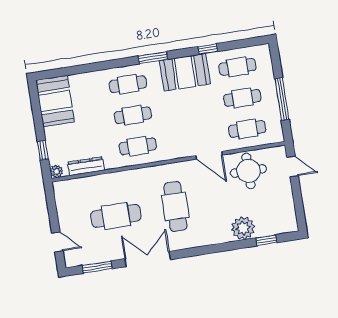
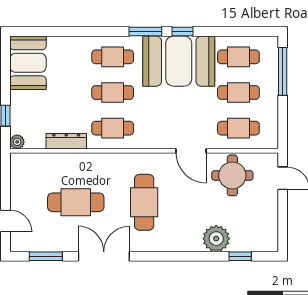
window: (208, 49) -> (182, 32), moved
booth: (185, 72) -> (179, 61), width x1.36, depth x1.42
window: (282, 99) -> (283, 71), moved
dresser: (86, 166) -> (66, 141), moved

